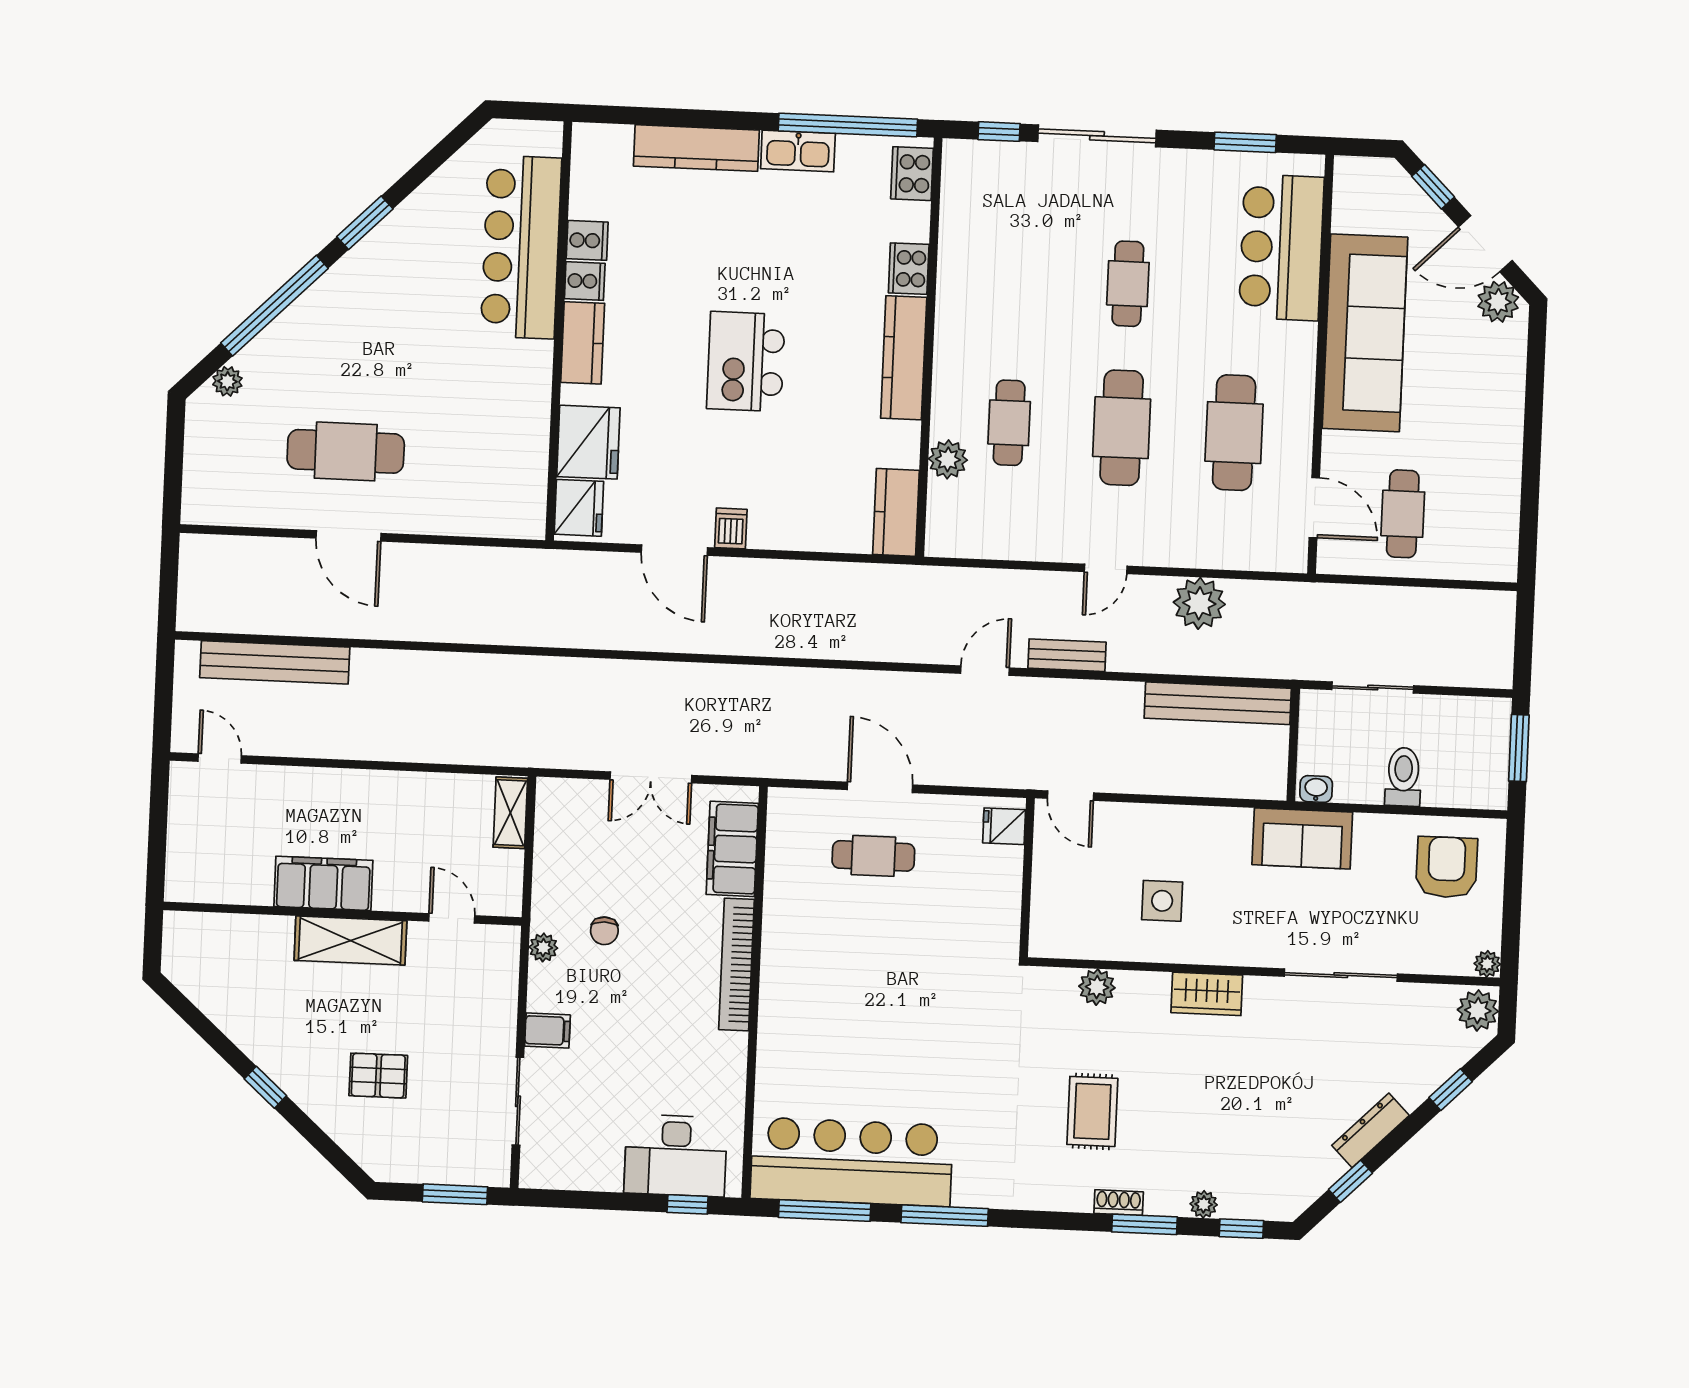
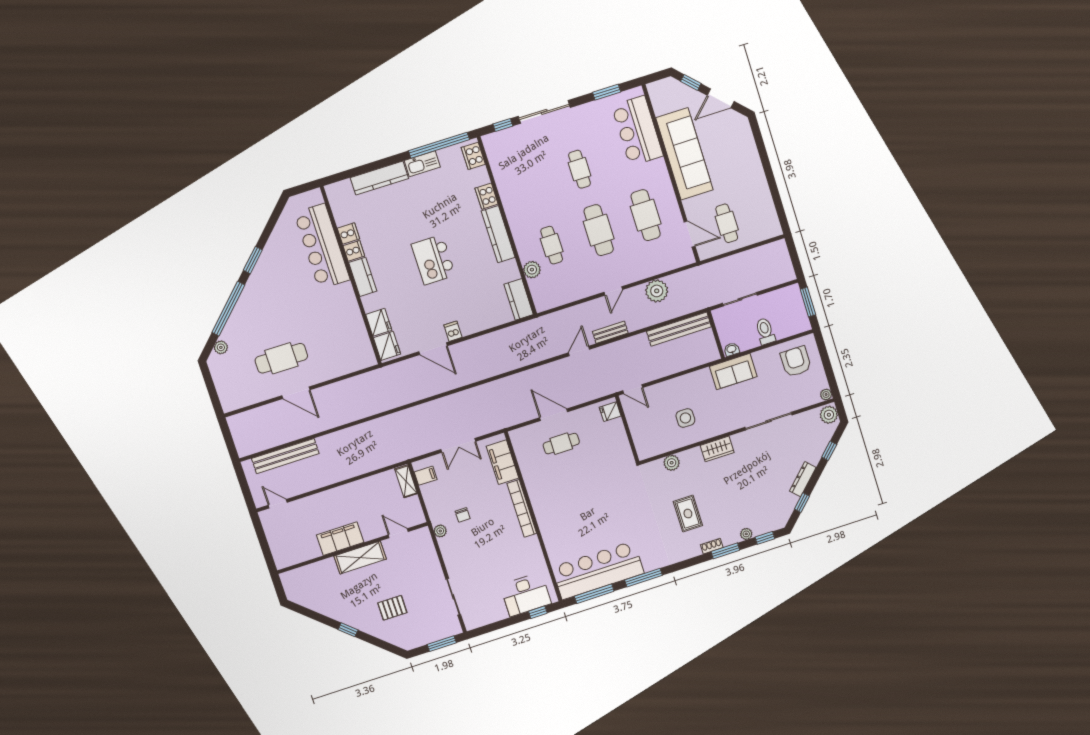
plant: (1498, 302) -> (735, 121), removed
fridge: (588, 442) -> (379, 322), width x0.73, depth x0.75
filing cabinet: (547, 1031) -> (426, 476), moved

